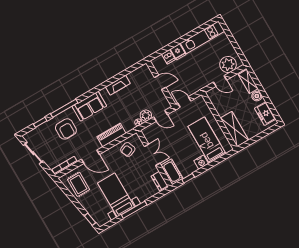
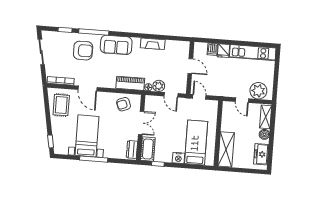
armchair: (66, 129) -> (83, 51), turned -90
piano: (111, 135) -> (130, 83), moved

